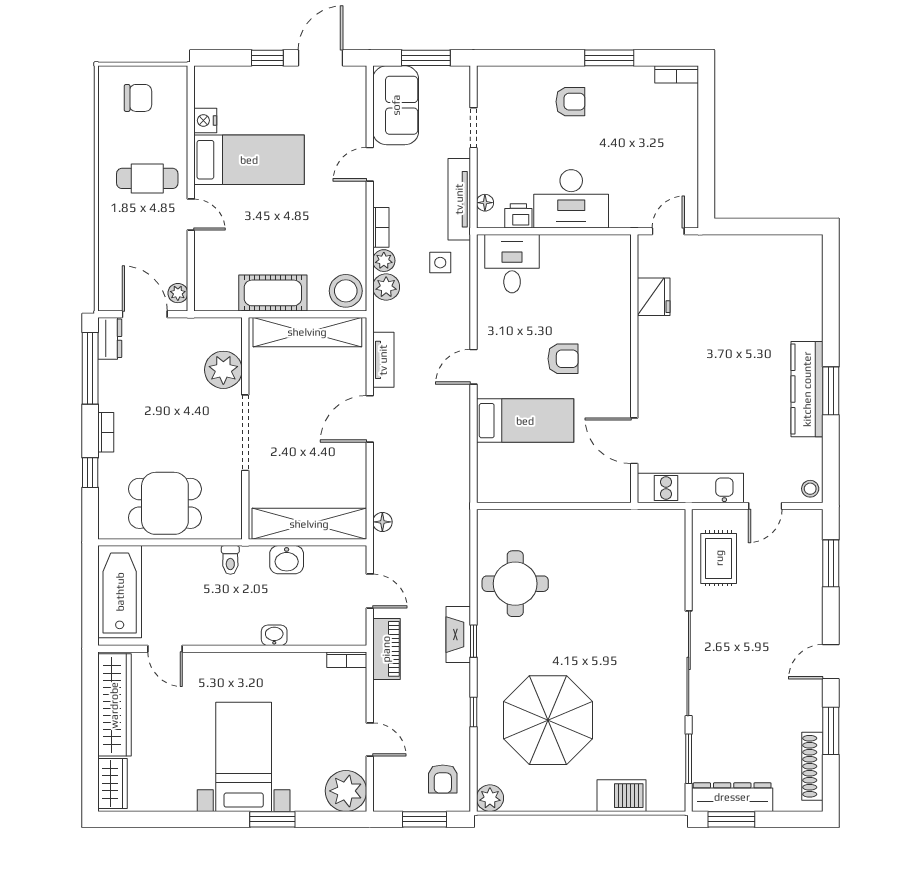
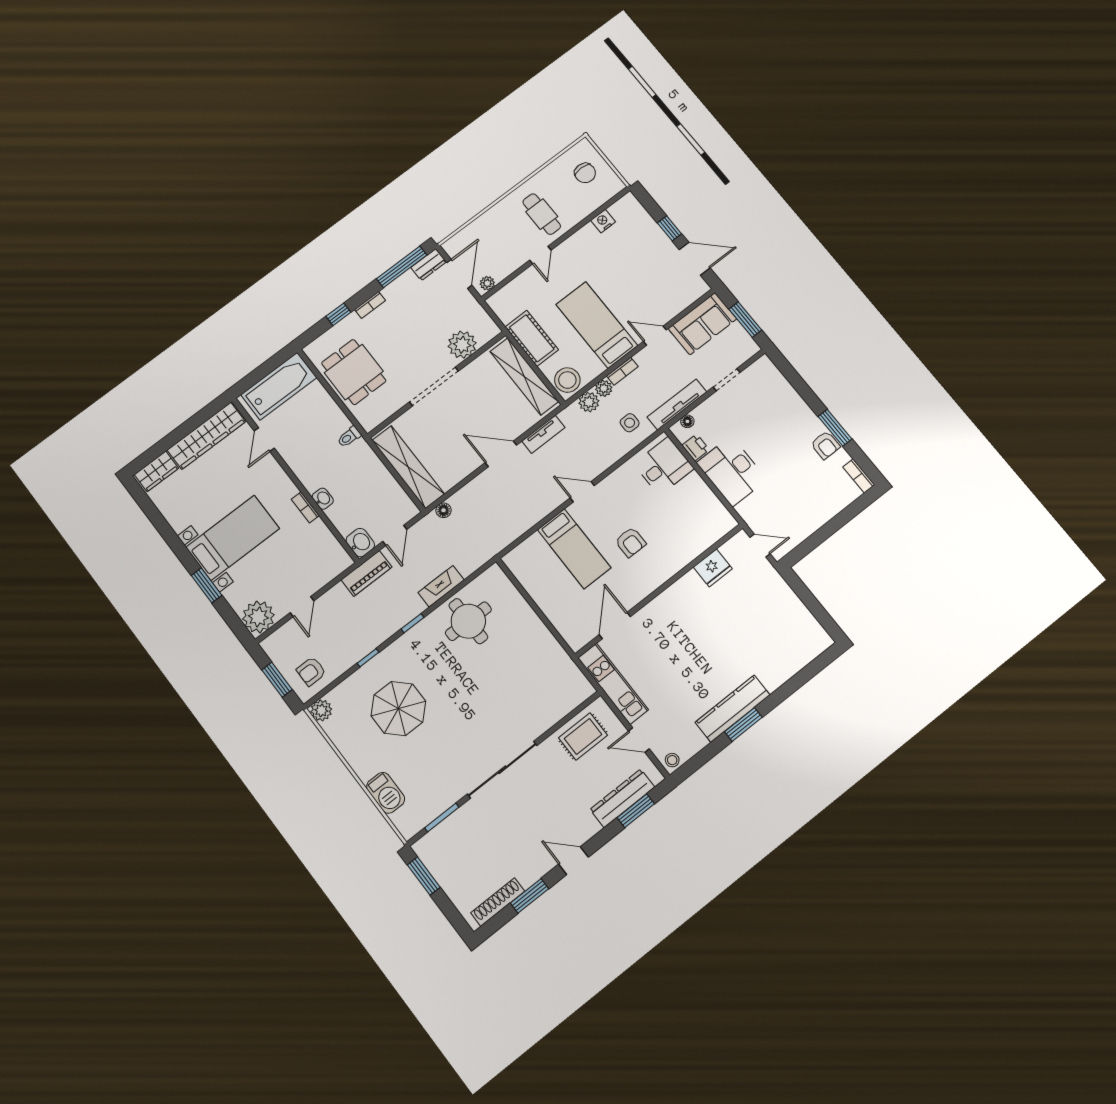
armchair: (570, 102) -> (825, 445), moved
bed: (249, 160) -> (597, 325), moved, turned 180
washbasin: (287, 560) -> (360, 543), moved, turned 180
fireplace: (458, 635) -> (441, 586), moved
bookcase: (347, 660) -> (305, 507), moved
parasol: (548, 720) -> (398, 709), width x0.73, depth x0.73
dresser: (732, 797) -> (622, 798), moved, turned -90

